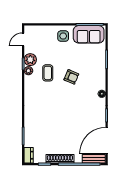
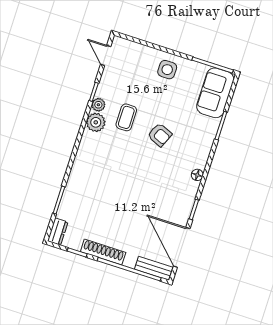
sofa: (89, 34) -> (215, 93), moved, turned 90
door: (23, 40) -> (106, 55), hinge flipped
plant: (30, 60) -> (96, 122), moved
door: (107, 141) -> (182, 247), hinge flipped

